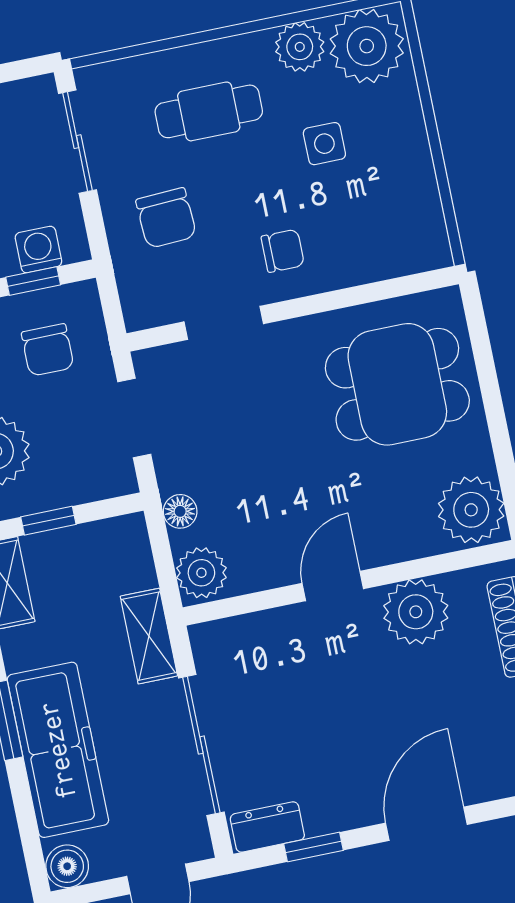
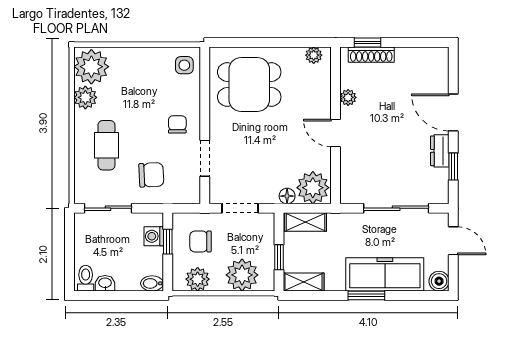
side table: (324, 144) -> (184, 65), moved
chair: (48, 350) -> (201, 242), turned 180
dining table: (397, 384) -> (249, 85), turned 90
plant: (471, 510) -> (314, 55), width x0.53, depth x0.53
plant: (201, 573) -> (313, 188), width x1.36, depth x1.36
plant: (416, 612) -> (348, 97), width x0.53, depth x0.53
shelving: (149, 636) -> (305, 222), moved
dresser: (267, 827) -> (440, 151), moved

